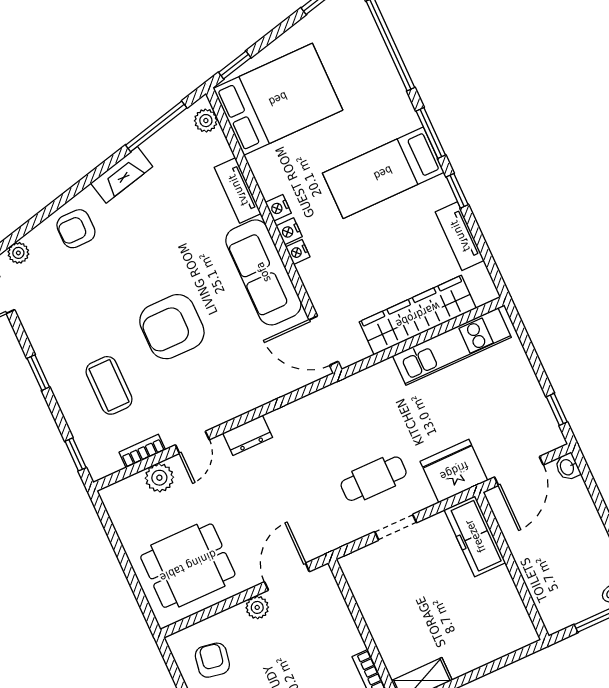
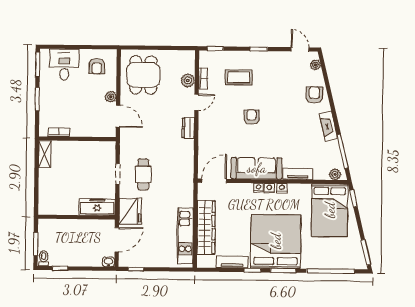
bed: (383, 173) -> (276, 241), width x2.04
armchair: (172, 327) -> (252, 117), width x0.53, depth x0.53
door: (192, 442) -> (197, 102), swing flipped
door: (519, 471) -> (117, 240), swing flipped
armchair: (212, 660) -> (97, 66), turned 80

